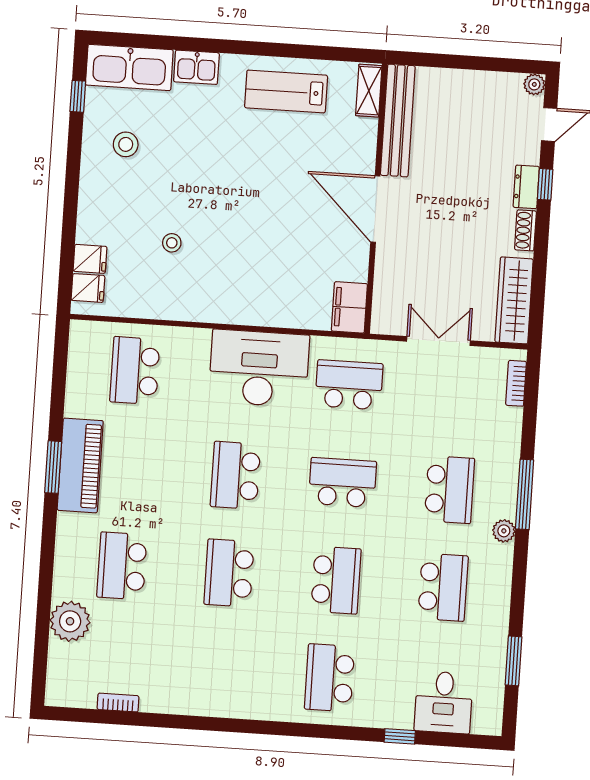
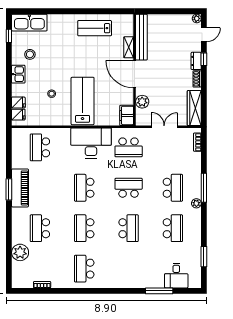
kitchen sink: (196, 67) -> (18, 74), moved, turned -90
shelving: (369, 91) -> (129, 47), moved
lab bench: (245, 265) -> (83, 101), added
plant: (389, 277) -> (142, 102), added
school desk: (349, 385) -> (129, 147), turned 180
school desk: (330, 678) -> (84, 269), moved
window: (400, 736) -> (159, 291), width x2.17

